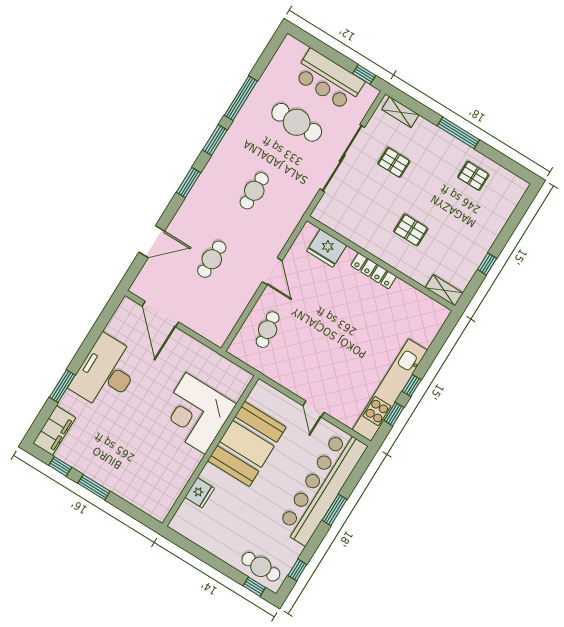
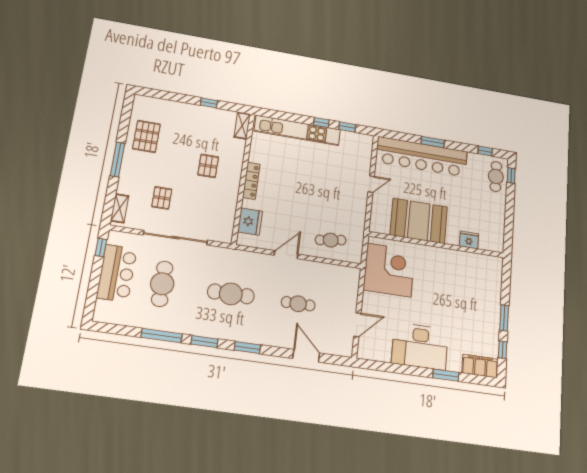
pallet: (473, 176) -> (146, 136), width x1.50, depth x1.42
cafe table: (254, 191) -> (231, 294), width x1.37, depth x1.35
door: (160, 314) -> (357, 325), width x0.73
kitchen unit: (390, 390) -> (297, 130), moved
corner desk: (196, 413) -> (389, 270), moved, turned -90

